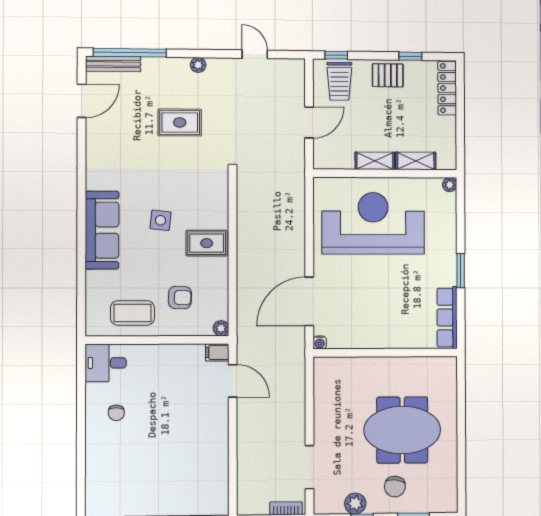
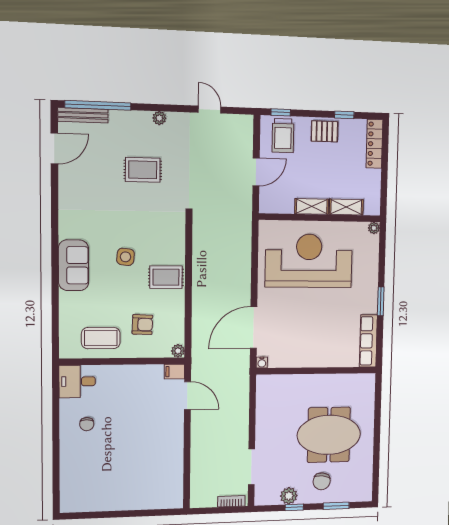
sofa: (102, 230) -> (74, 265), width x0.73

